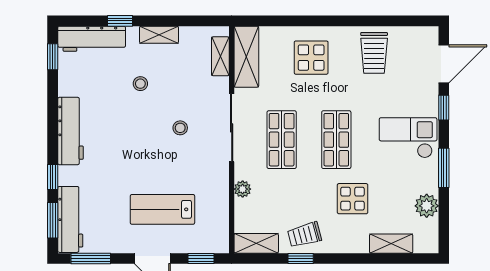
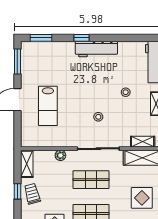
window: (53, 57) -> (142, 38), removed
window: (53, 177) -> (81, 38), moved
lab bench: (162, 209) -> (48, 106), turned 180
workbench: (70, 219) -> (42, 49), removed
window: (201, 258) -> (17, 130), removed

